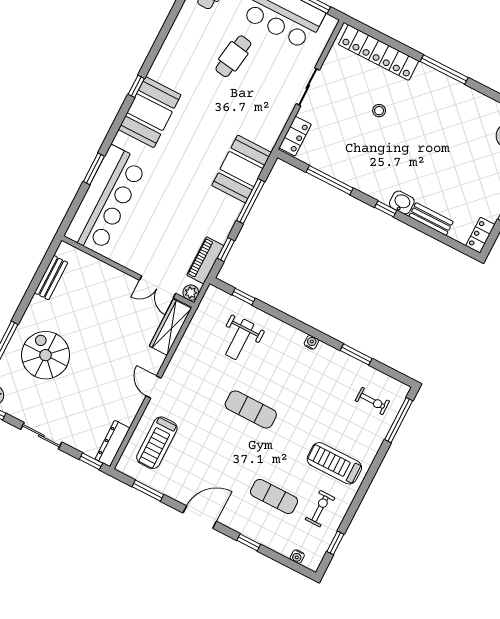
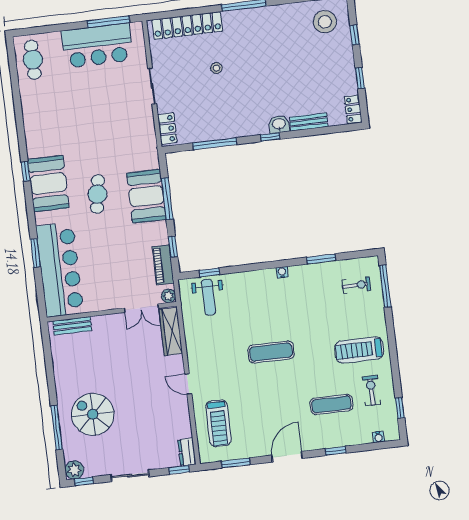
cafe table: (233, 56) -> (97, 194), moved
booth: (242, 169) -> (146, 196), moved
bench: (51, 278) -> (72, 326), moved, turned 90
weight bench: (240, 339) -> (208, 297), moved
dresser: (112, 444) -> (187, 452), width x0.70

